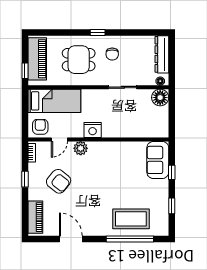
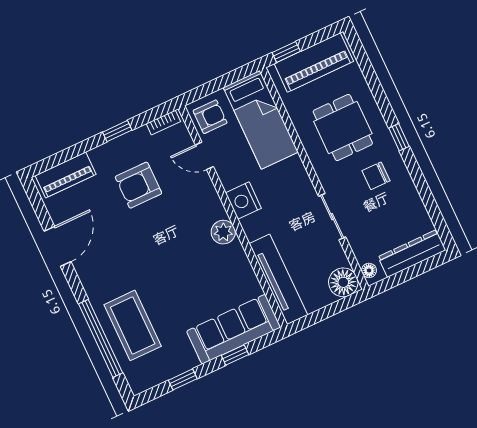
tv unit: (143, 131) -> (278, 279), added
plant: (81, 148) -> (223, 232), moved
sofa: (158, 160) -> (234, 329), width x1.36
armchair: (59, 181) -> (138, 185), turned 51

